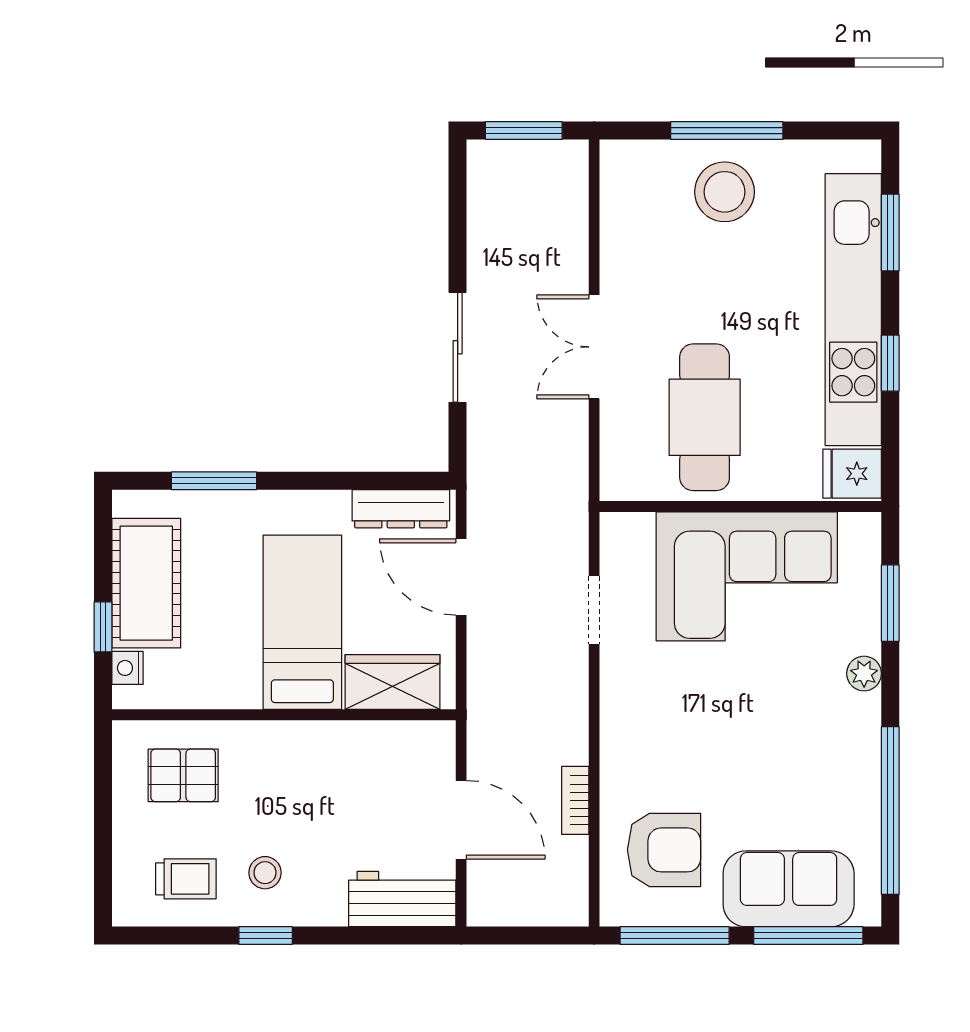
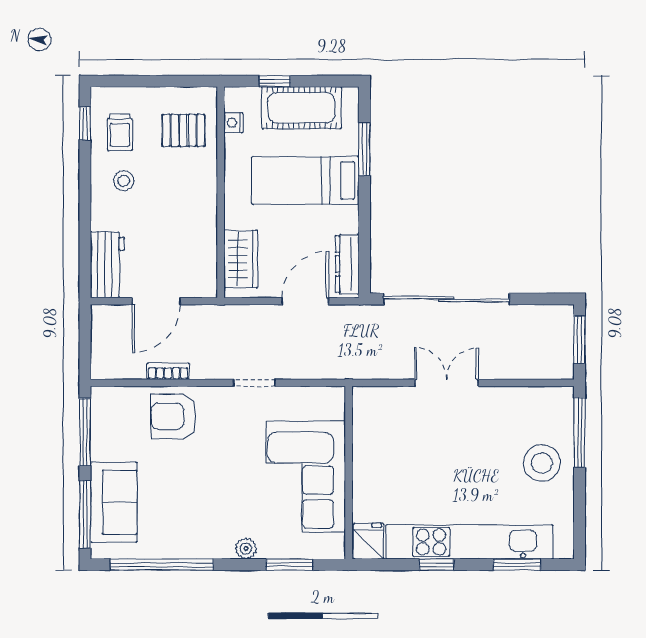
window: (727, 131) -> (579, 432), moved
sliding door: (458, 347) -> (446, 299), width x1.86
cafe table: (705, 417) -> (403, 451), removed
doorway: (594, 610) -> (254, 383), moved
bed: (302, 622) -> (305, 181), moved, turned 180
nightstand: (127, 668) -> (233, 123), moved, turned -90
pallet: (183, 775) -> (183, 130), turned 90
armchair: (664, 850) -> (174, 416), moved, turned 90
window: (266, 936) -> (85, 124), moved

